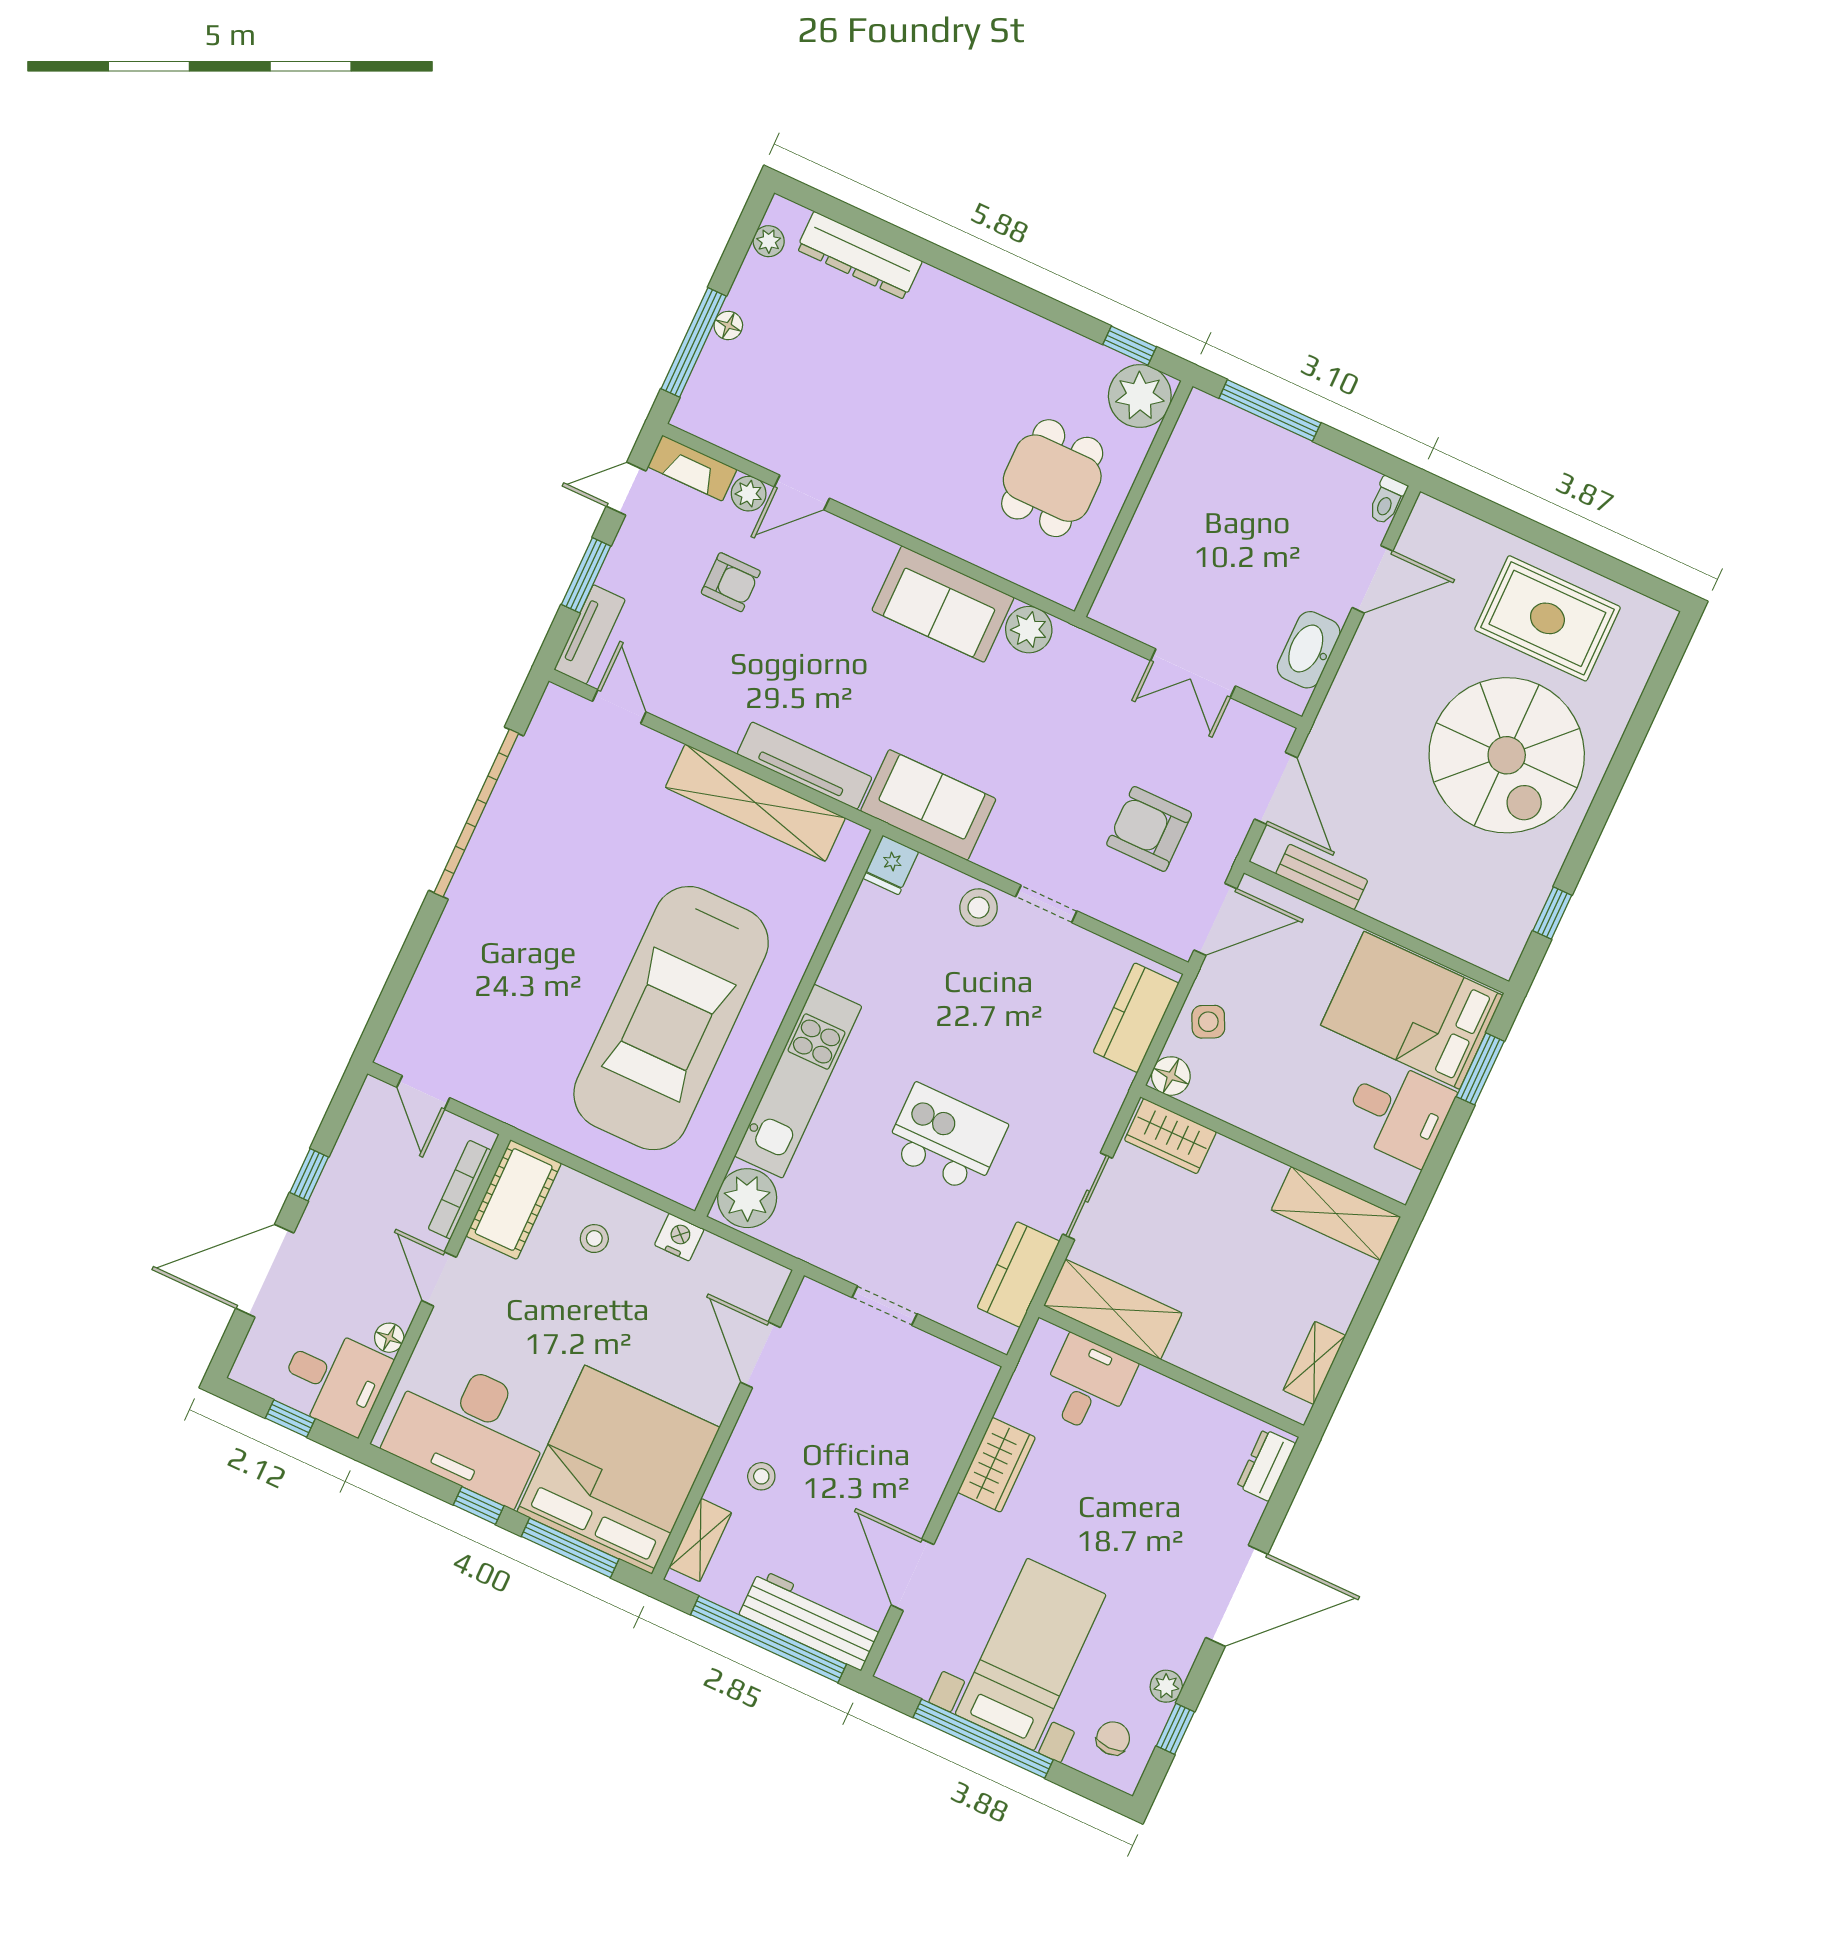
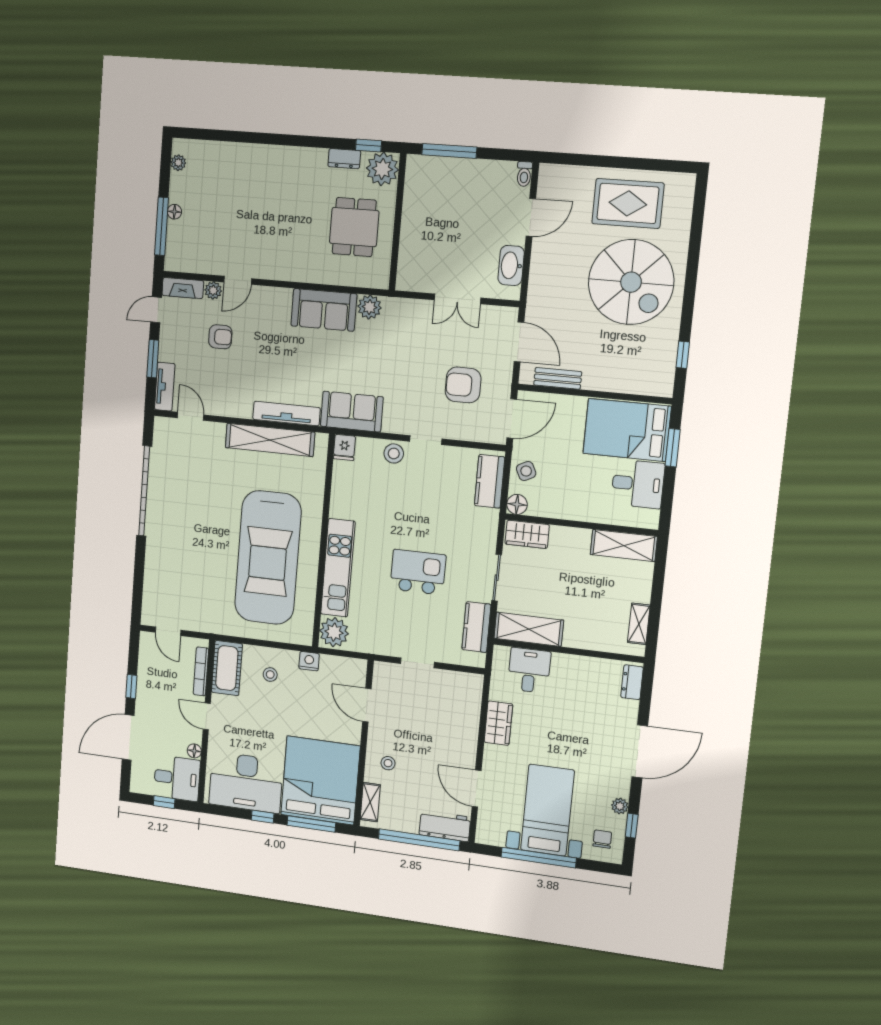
dresser: (859, 255) -> (344, 159), moved, width x0.51, depth x0.80
workbench: (811, 1620) -> (445, 826), width x0.73

